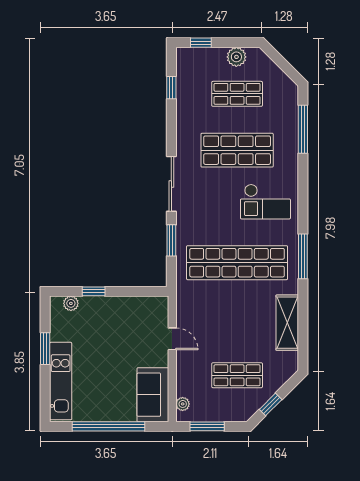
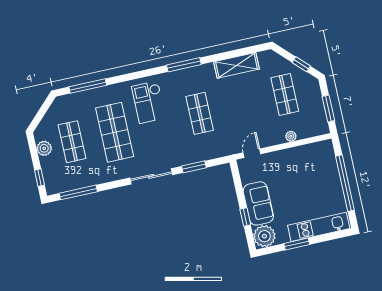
window: (171, 88) -> (78, 192), width x2.17
checkout: (265, 202) -> (149, 102), turned 180
shop shelf: (237, 263) -> (200, 113), width x0.50, depth x0.74
plant: (71, 303) -> (264, 236), width x1.88, depth x1.88
door: (172, 339) -> (252, 153), moved
sofa: (153, 395) -> (258, 203), moved, turned -90
plant: (183, 404) -> (291, 136), moved

